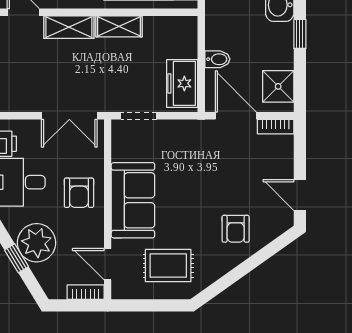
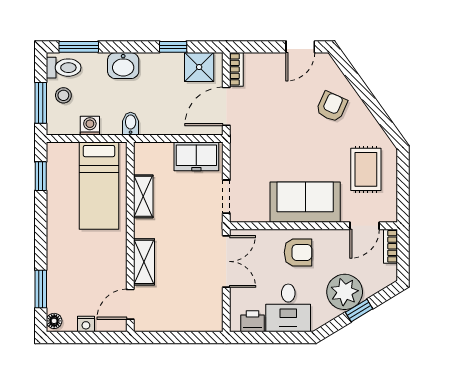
shelving: (119, 26) -> (143, 196), moved
window: (300, 34) -> (173, 47), moved
bidet: (217, 59) -> (131, 124), moved
armchair: (236, 229) -> (332, 107), turned -66

